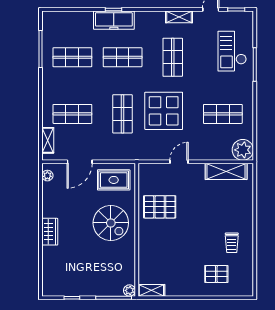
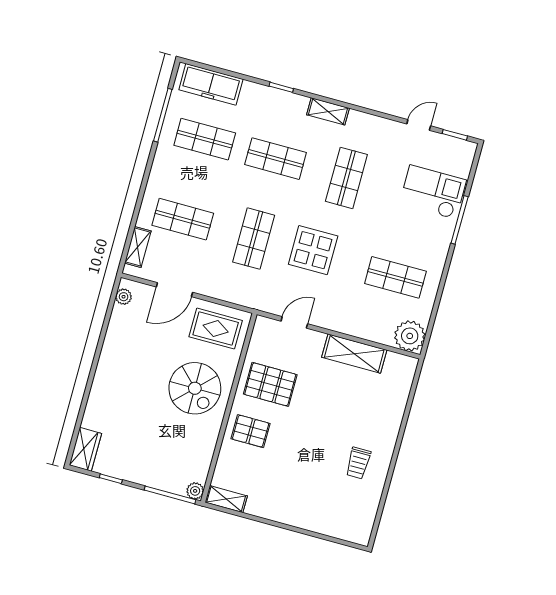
shelving: (179, 17) -> (328, 111), moved
freezer: (114, 20) -> (211, 84), moved
checkout: (232, 51) -> (433, 192), turned 90
display table: (164, 111) -> (313, 250), width x0.73, depth x0.73
door: (179, 162) -> (294, 322), moved
shelving: (226, 171) -> (354, 354), moved
wardrobe: (50, 232) -> (85, 449), moved
pallet: (216, 274) -> (251, 431), moved

